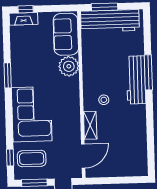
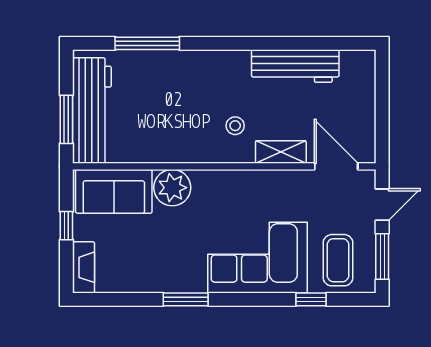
window: (26, 9) -> (66, 226), moved
window: (148, 72) -> (147, 43), moved
workbench: (136, 80) -> (295, 66), moved
window: (10, 158) -> (311, 299), moved

